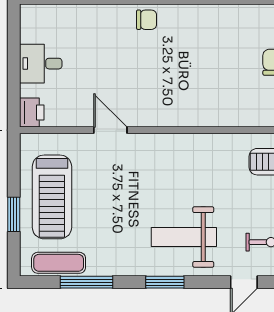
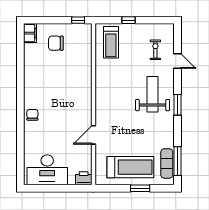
desk: (41, 64) -> (47, 170), width x1.87, depth x1.30
weight bench: (184, 237) -> (153, 94), turned 180
window: (86, 282) -> (178, 161), moved

